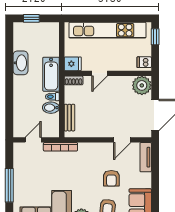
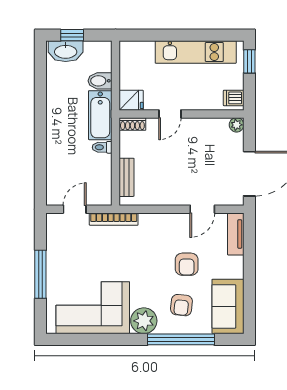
kitchen unit: (107, 30) -> (196, 52), width x0.73
washbasin: (20, 63) -> (66, 51), moved, turned 90
plant: (142, 85) -> (237, 125), width x0.53, depth x0.53
bidet: (51, 108) -> (100, 81), moved

